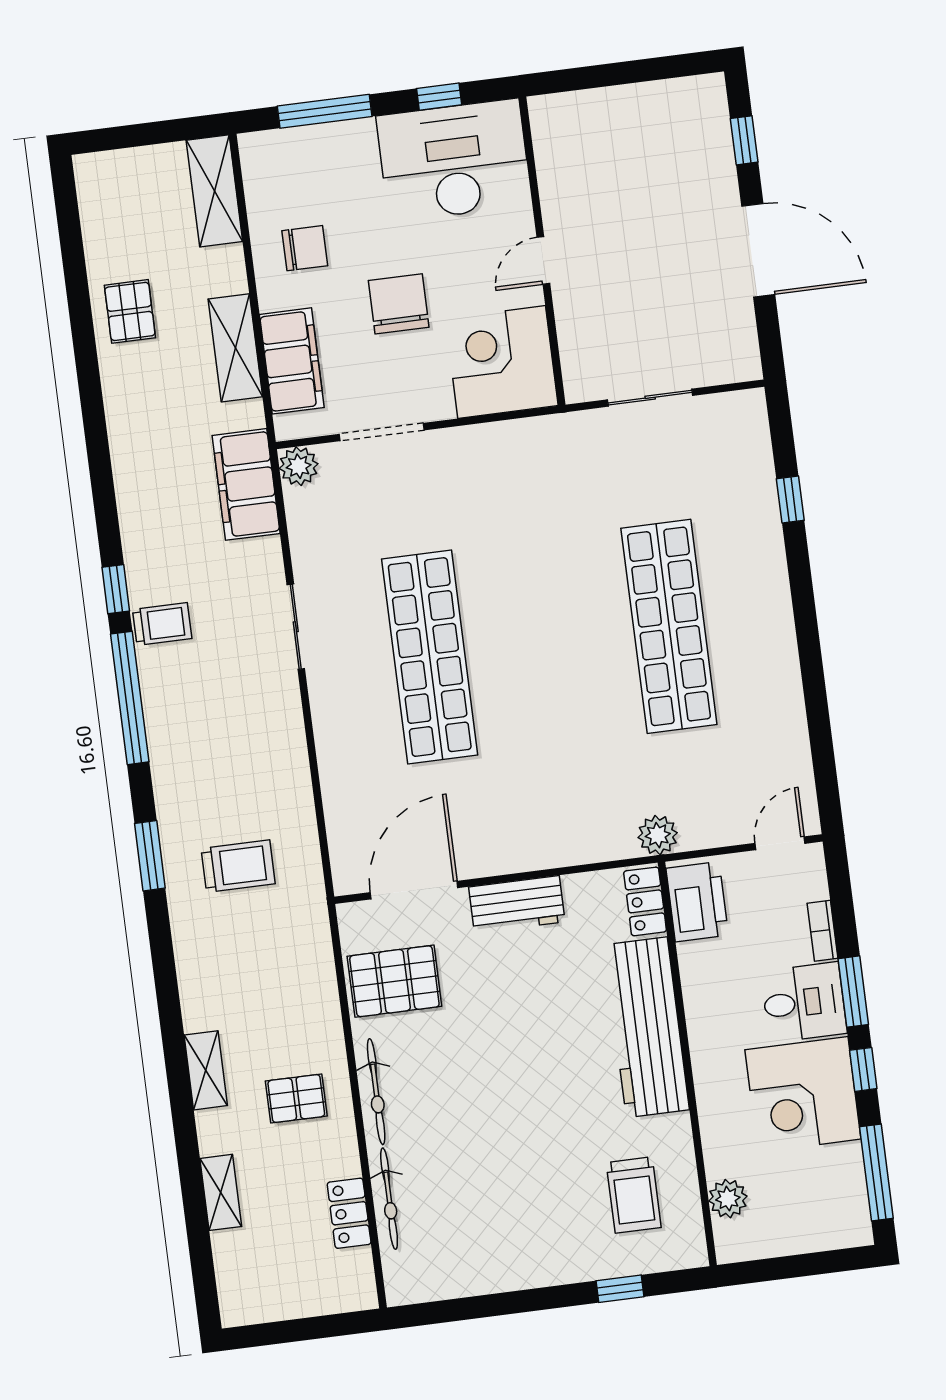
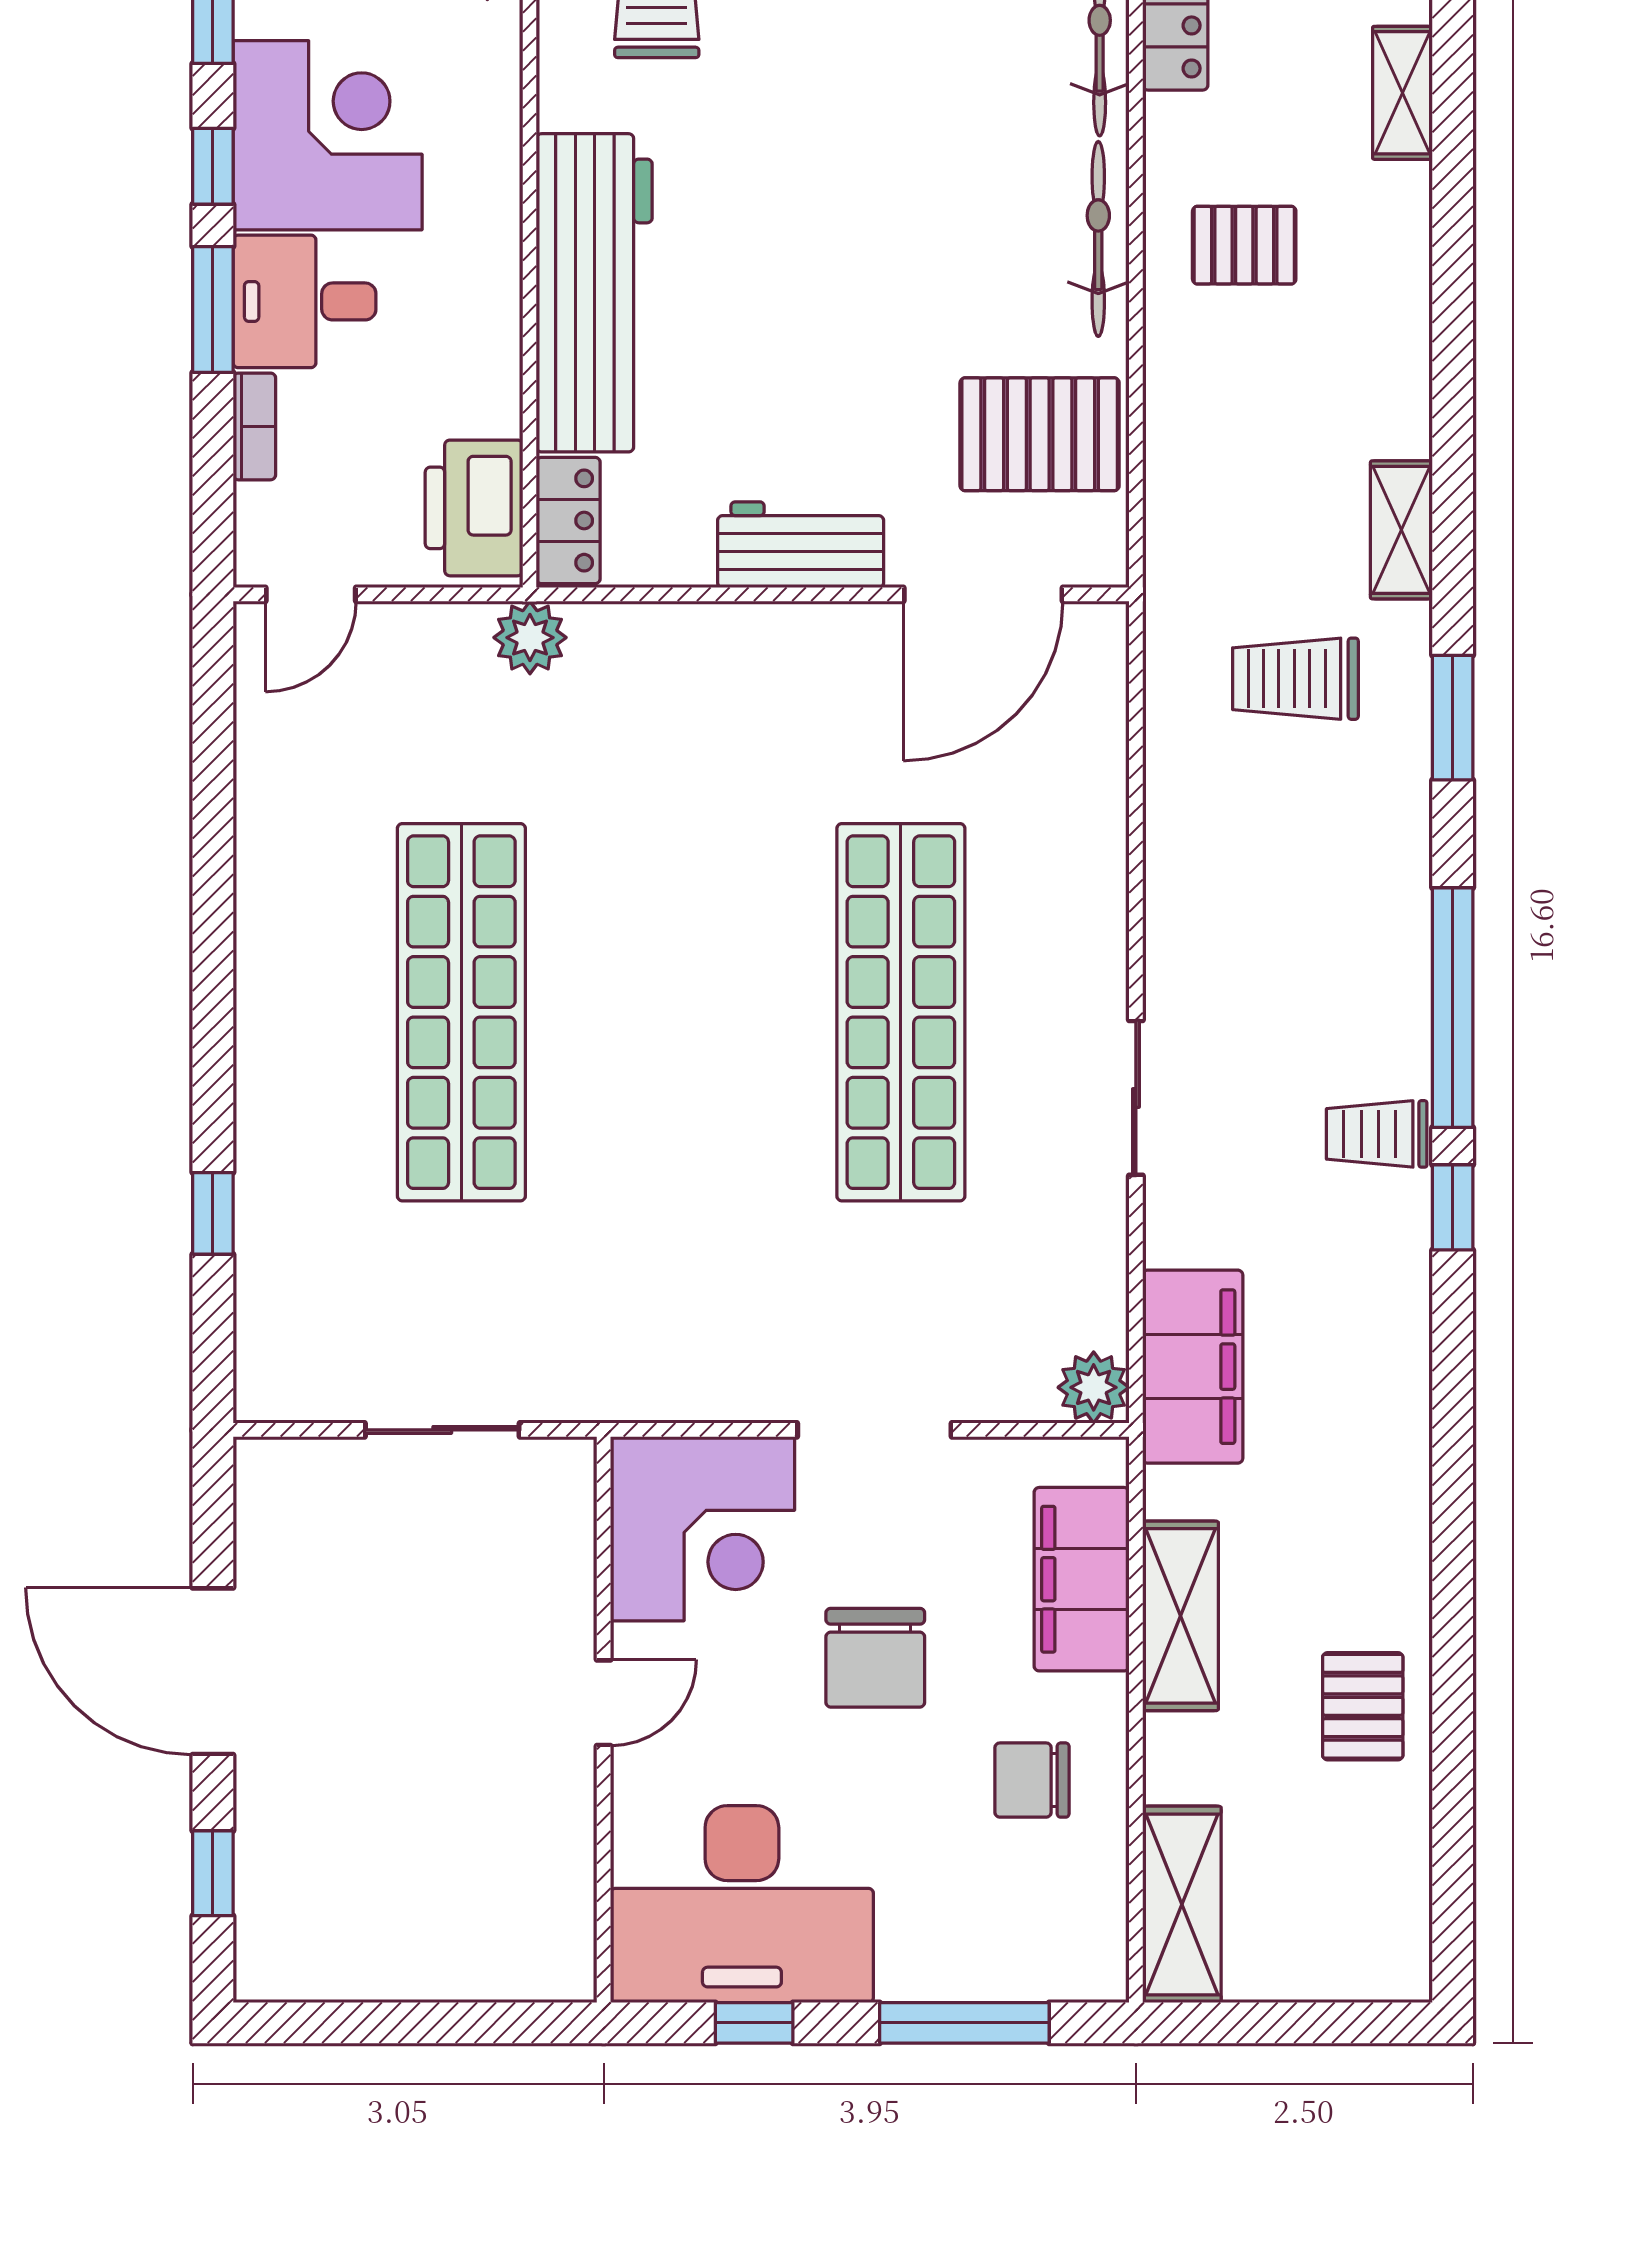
doorway: (382, 432) -> (874, 1430), moved
shelving: (206, 1070) -> (1401, 530), moved

